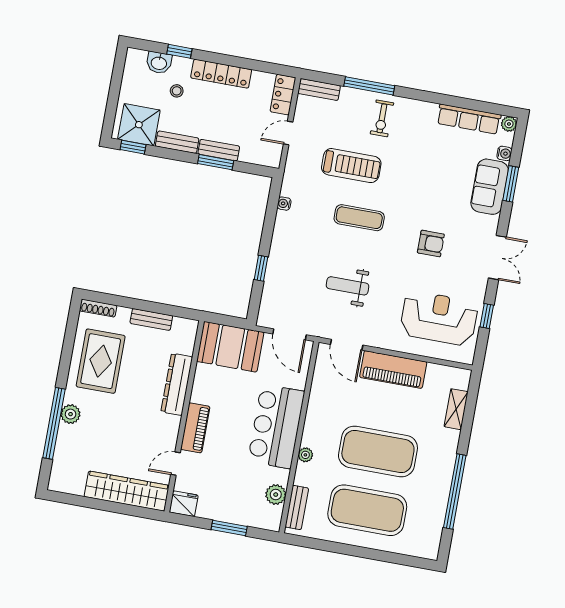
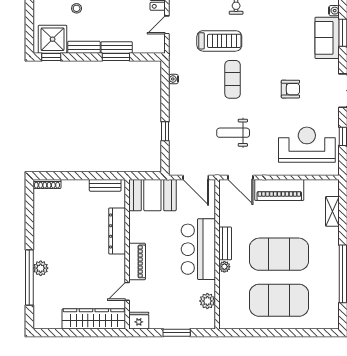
exercise mat: (359, 218) -> (233, 79), turned 90
bench: (151, 319) -> (105, 185), moved
rug: (101, 361) -> (56, 224), removed
bench: (297, 508) -> (225, 243), moved

